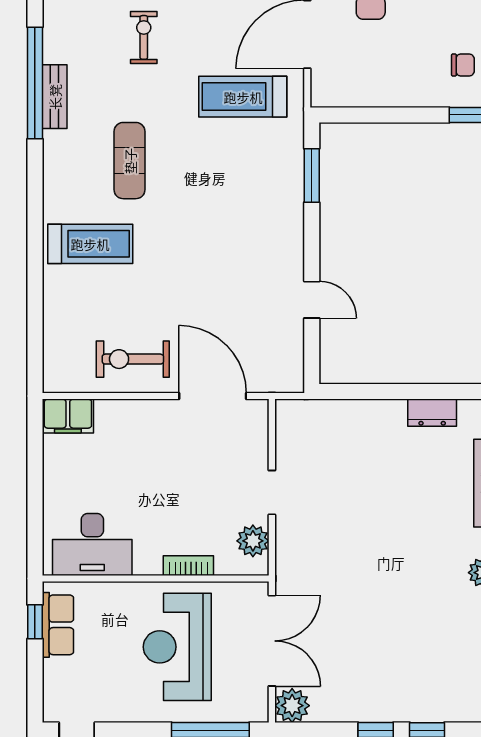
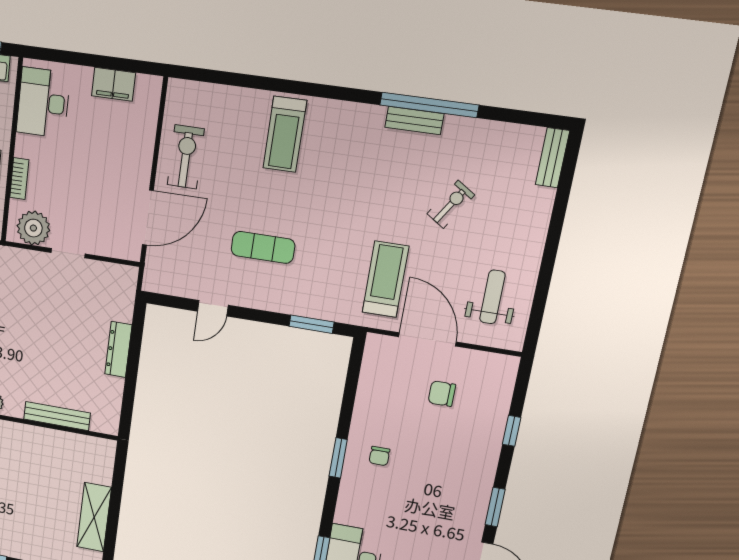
exercise bike: (144, 37) -> (451, 204), turned -57
exercise mat: (130, 161) -> (263, 247), moved
dresser: (432, 413) -> (118, 349), moved, width x1.44
filing cabinet: (68, 416) -> (114, 84), moved, turned -90
plant: (253, 541) -> (33, 228), width x1.36, depth x1.36

